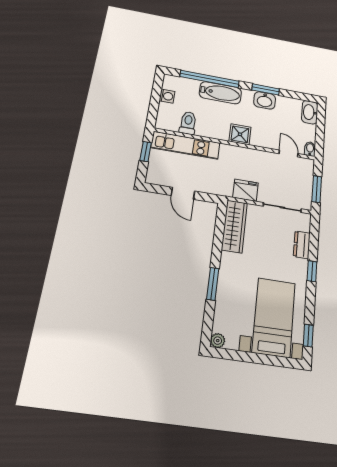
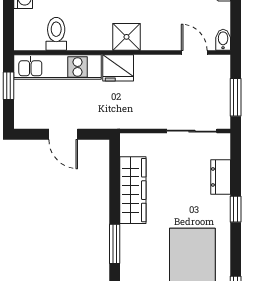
fridge: (245, 190) -> (118, 68), moved, turned 180
wardrobe: (234, 226) -> (133, 190), moved

